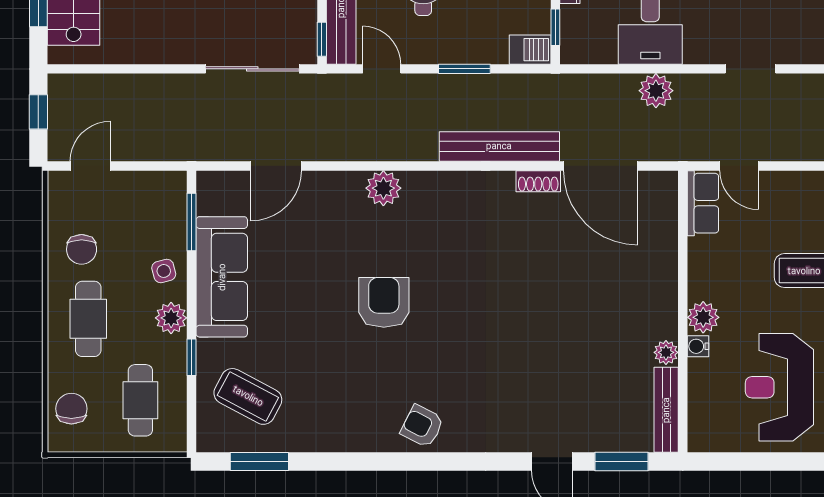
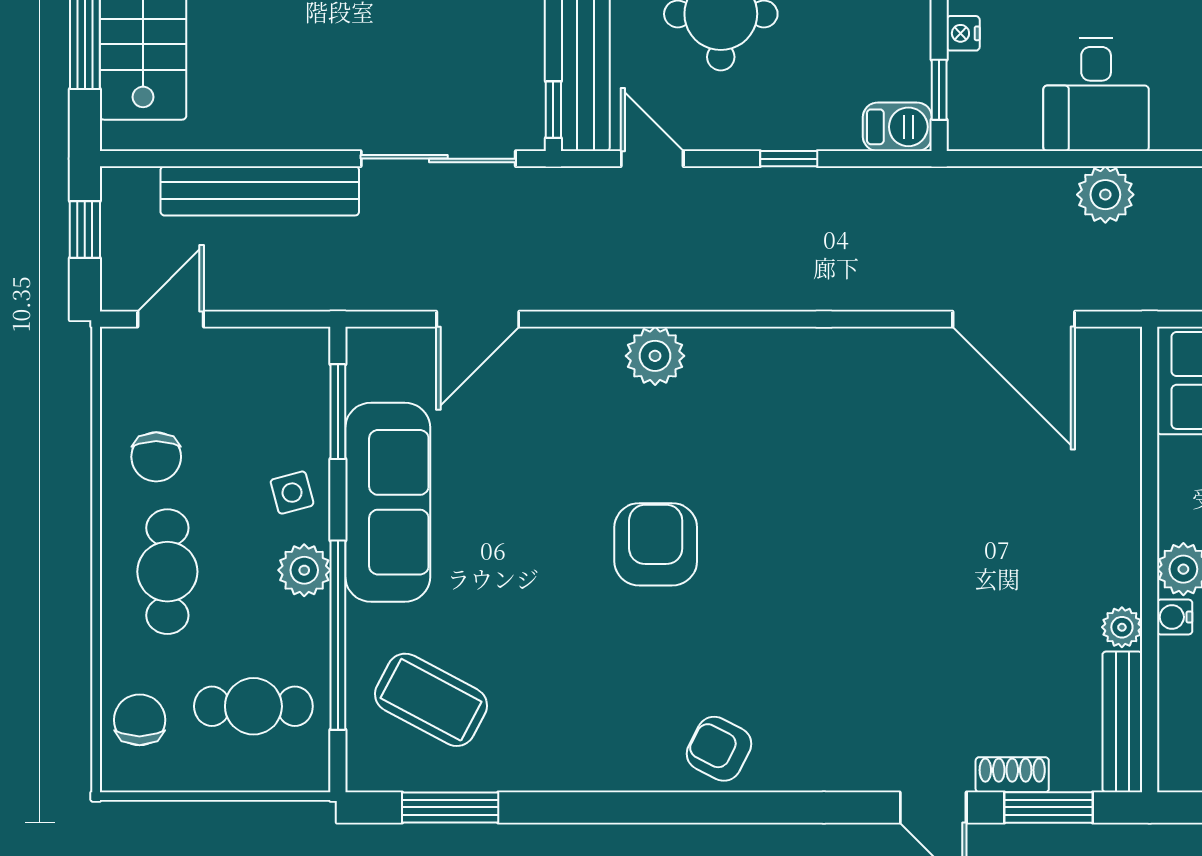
window: (464, 69) -> (789, 159), width x0.67
bench: (499, 146) -> (260, 191), moved
shoe rack: (538, 181) -> (1012, 775), moved, turned 180
window: (192, 357) -> (338, 635), width x3.17
cafe table: (140, 400) -> (253, 706), turned 90

